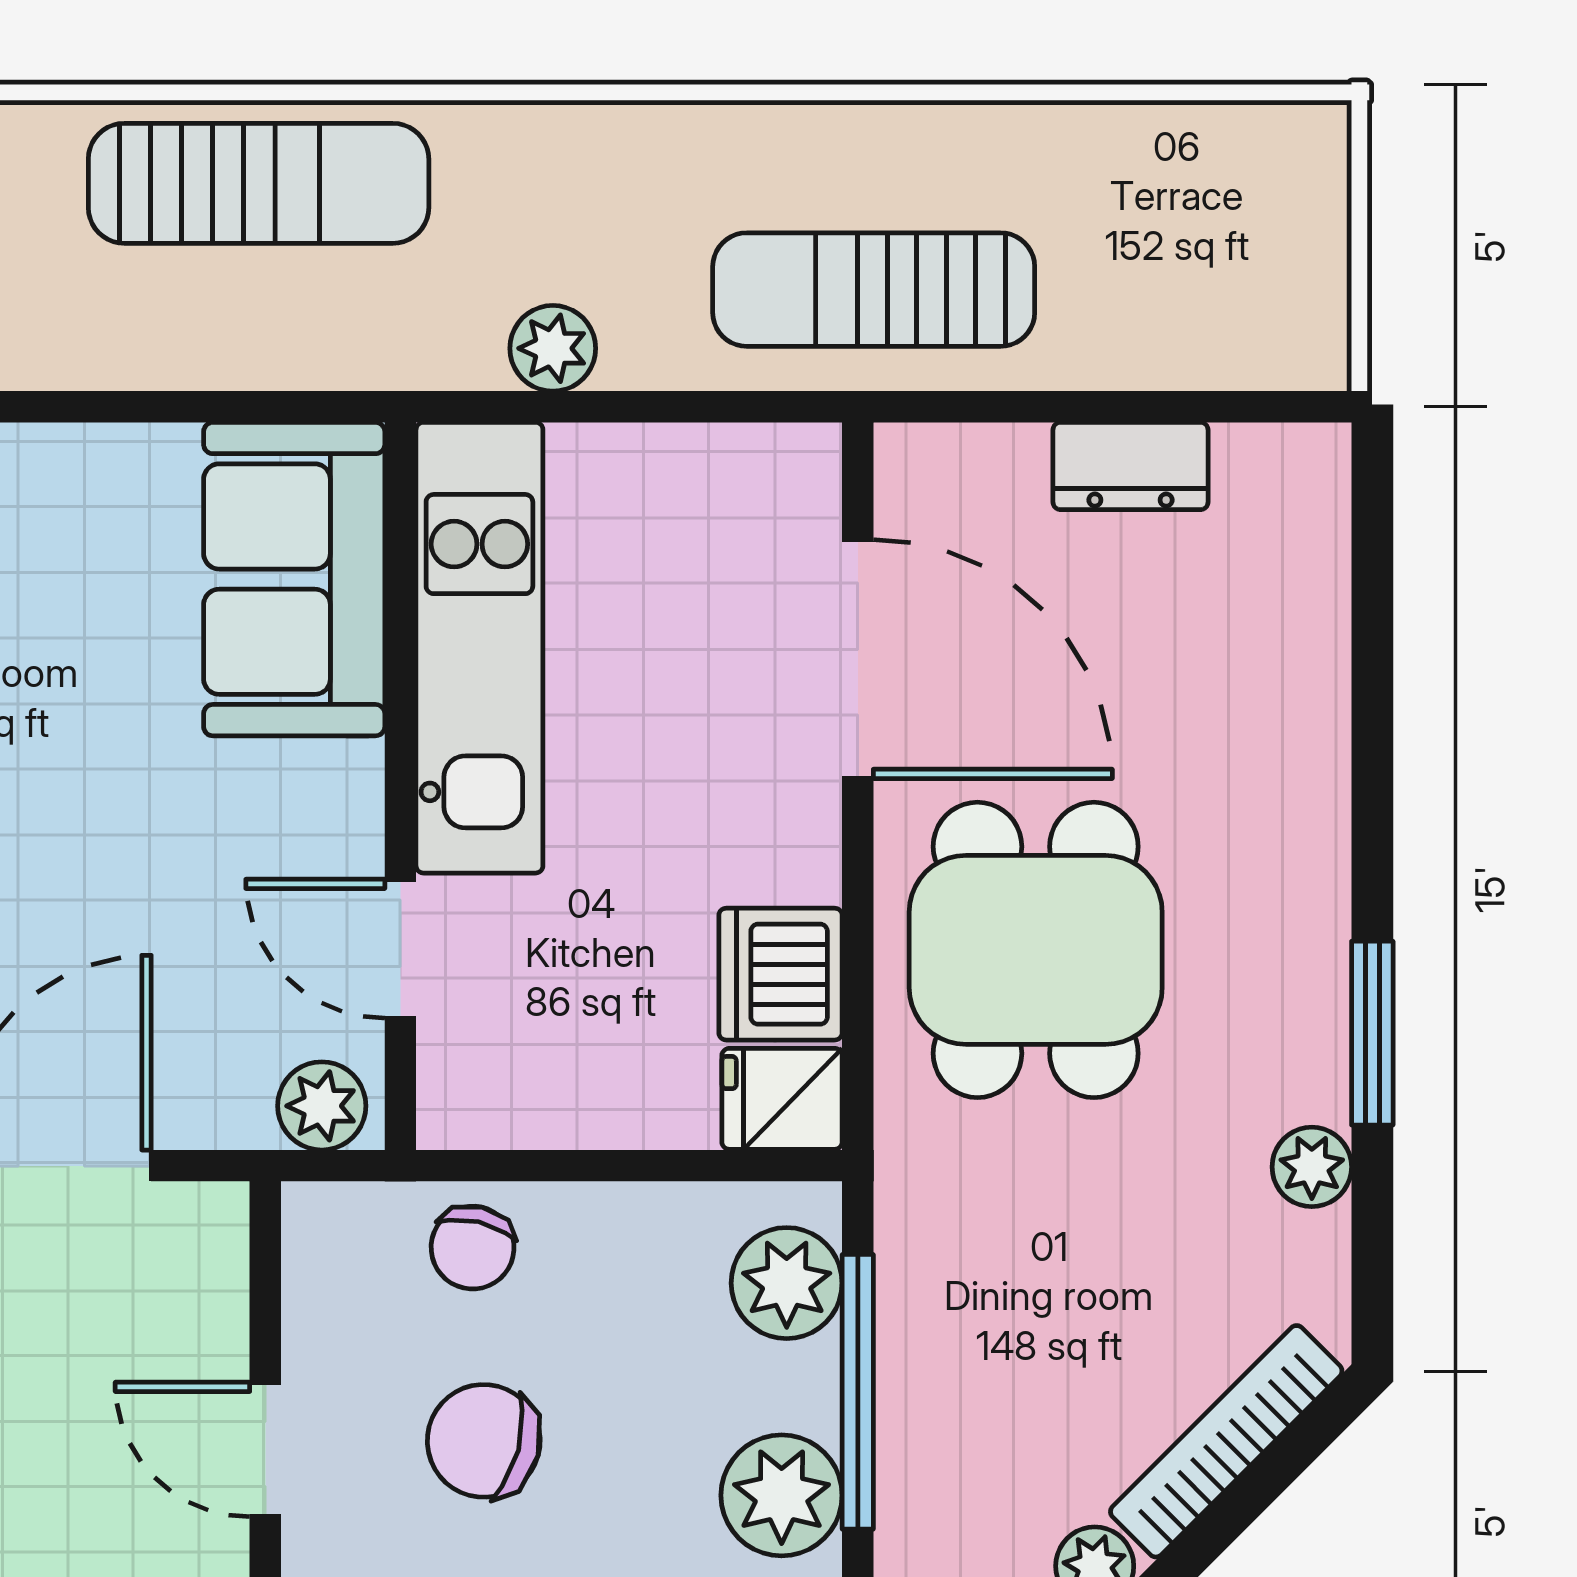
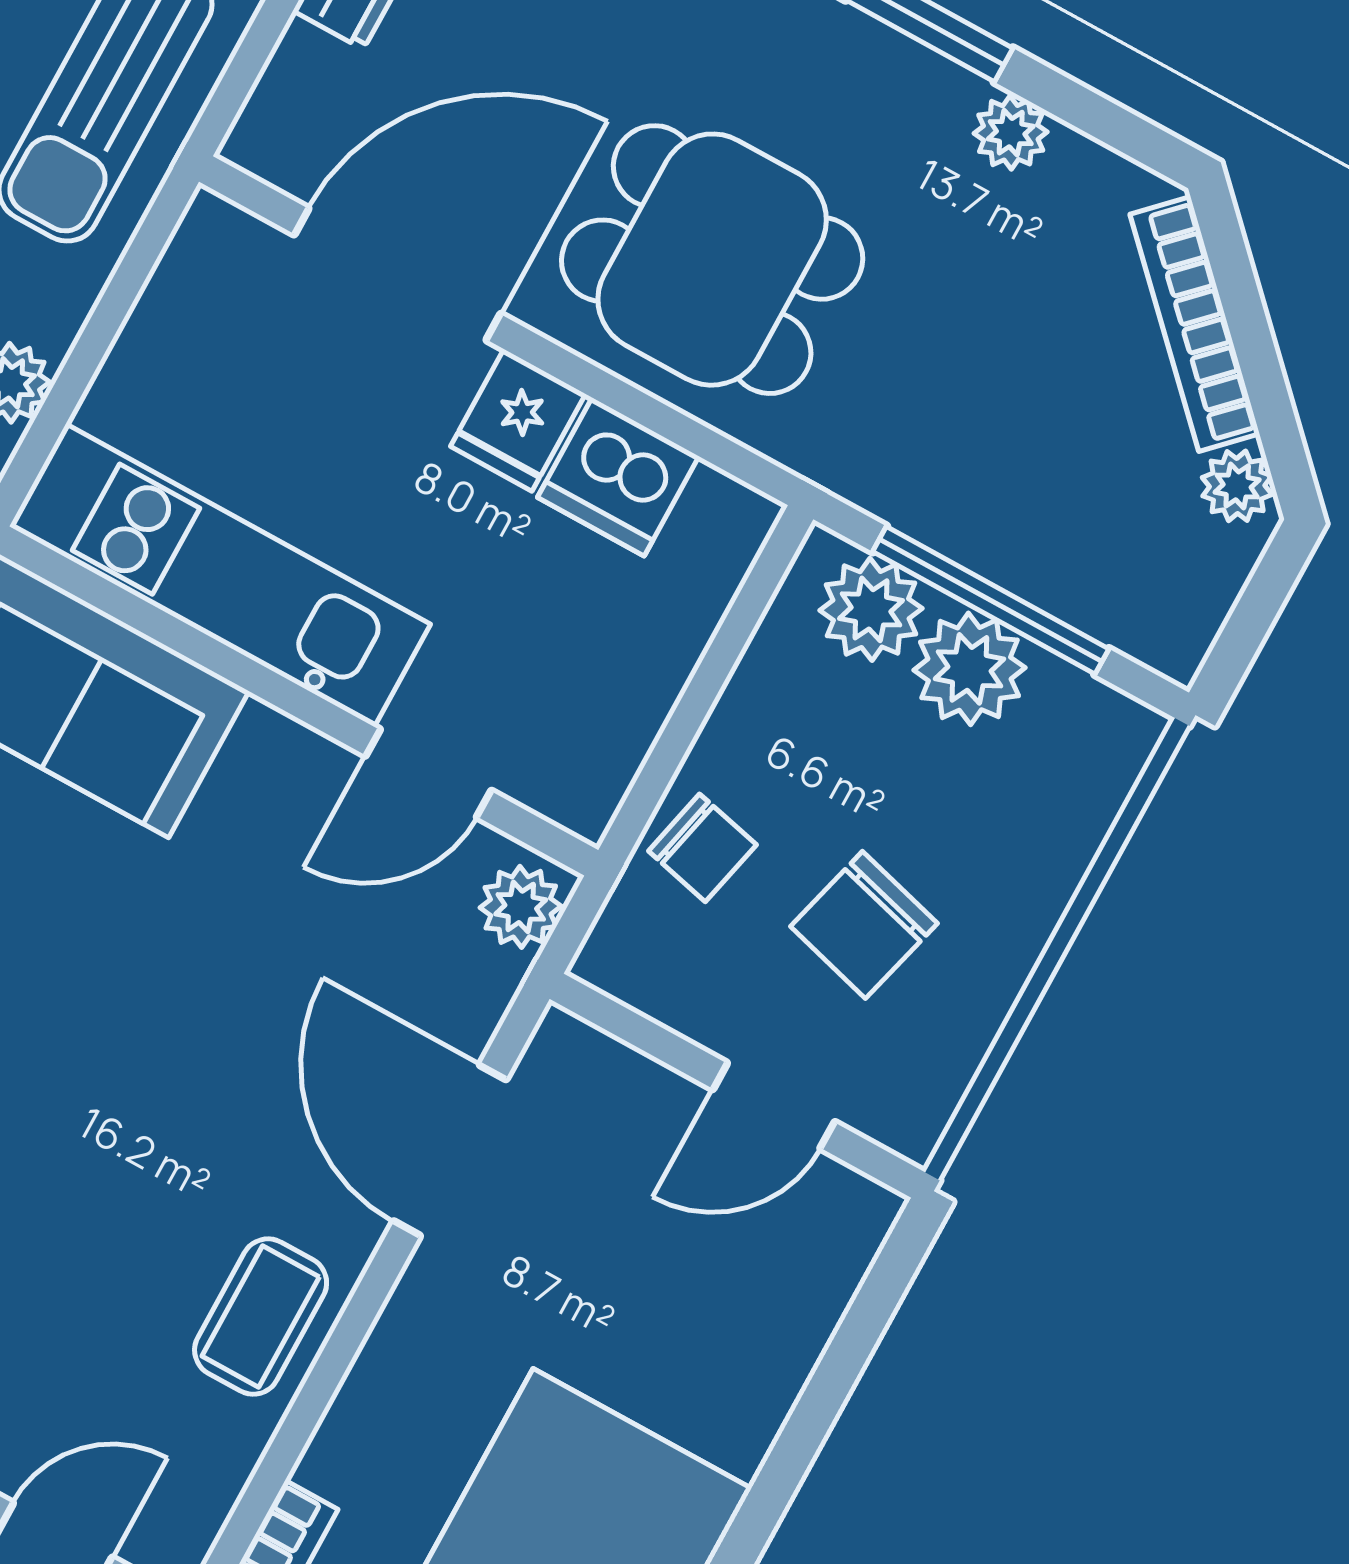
fridge: (782, 1099) -> (518, 420), moved
plant: (782, 1495) -> (969, 669), moved

